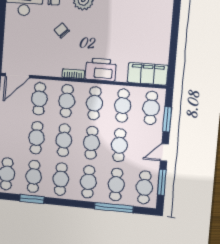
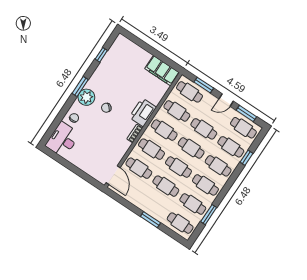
chair: (62, 30) -> (106, 108), moved
filing cabinet: (148, 74) -> (162, 71), moved, turned -90
door: (164, 152) -> (226, 100), hinge flipped
window: (114, 208) -> (246, 158), width x0.46

